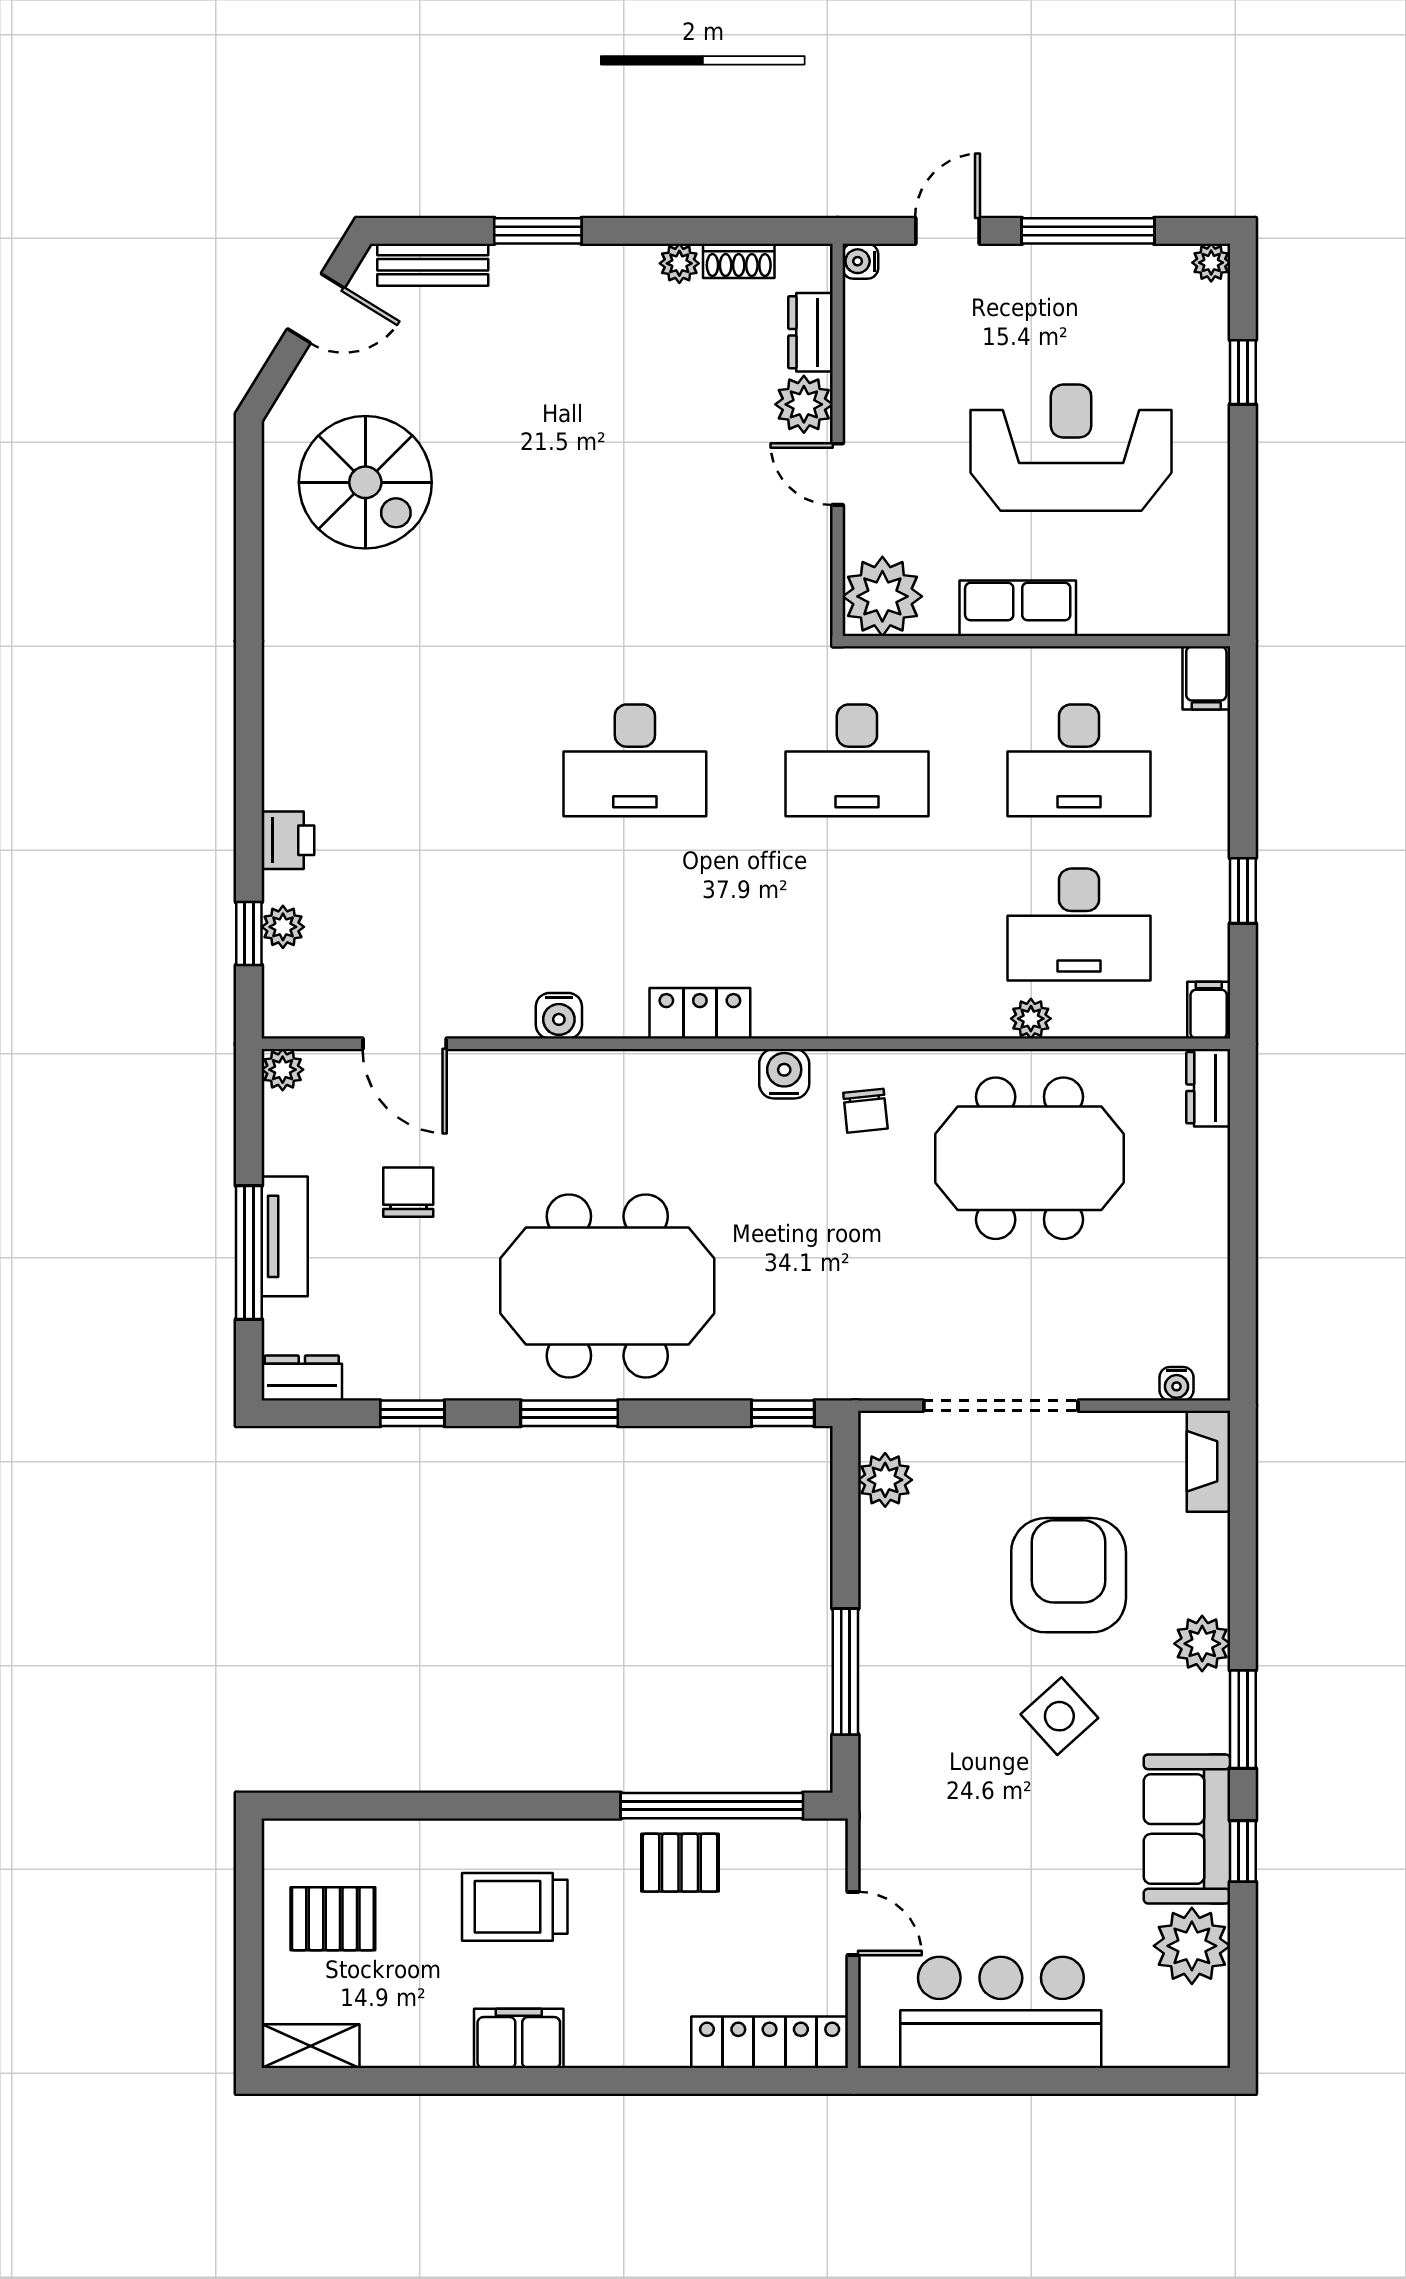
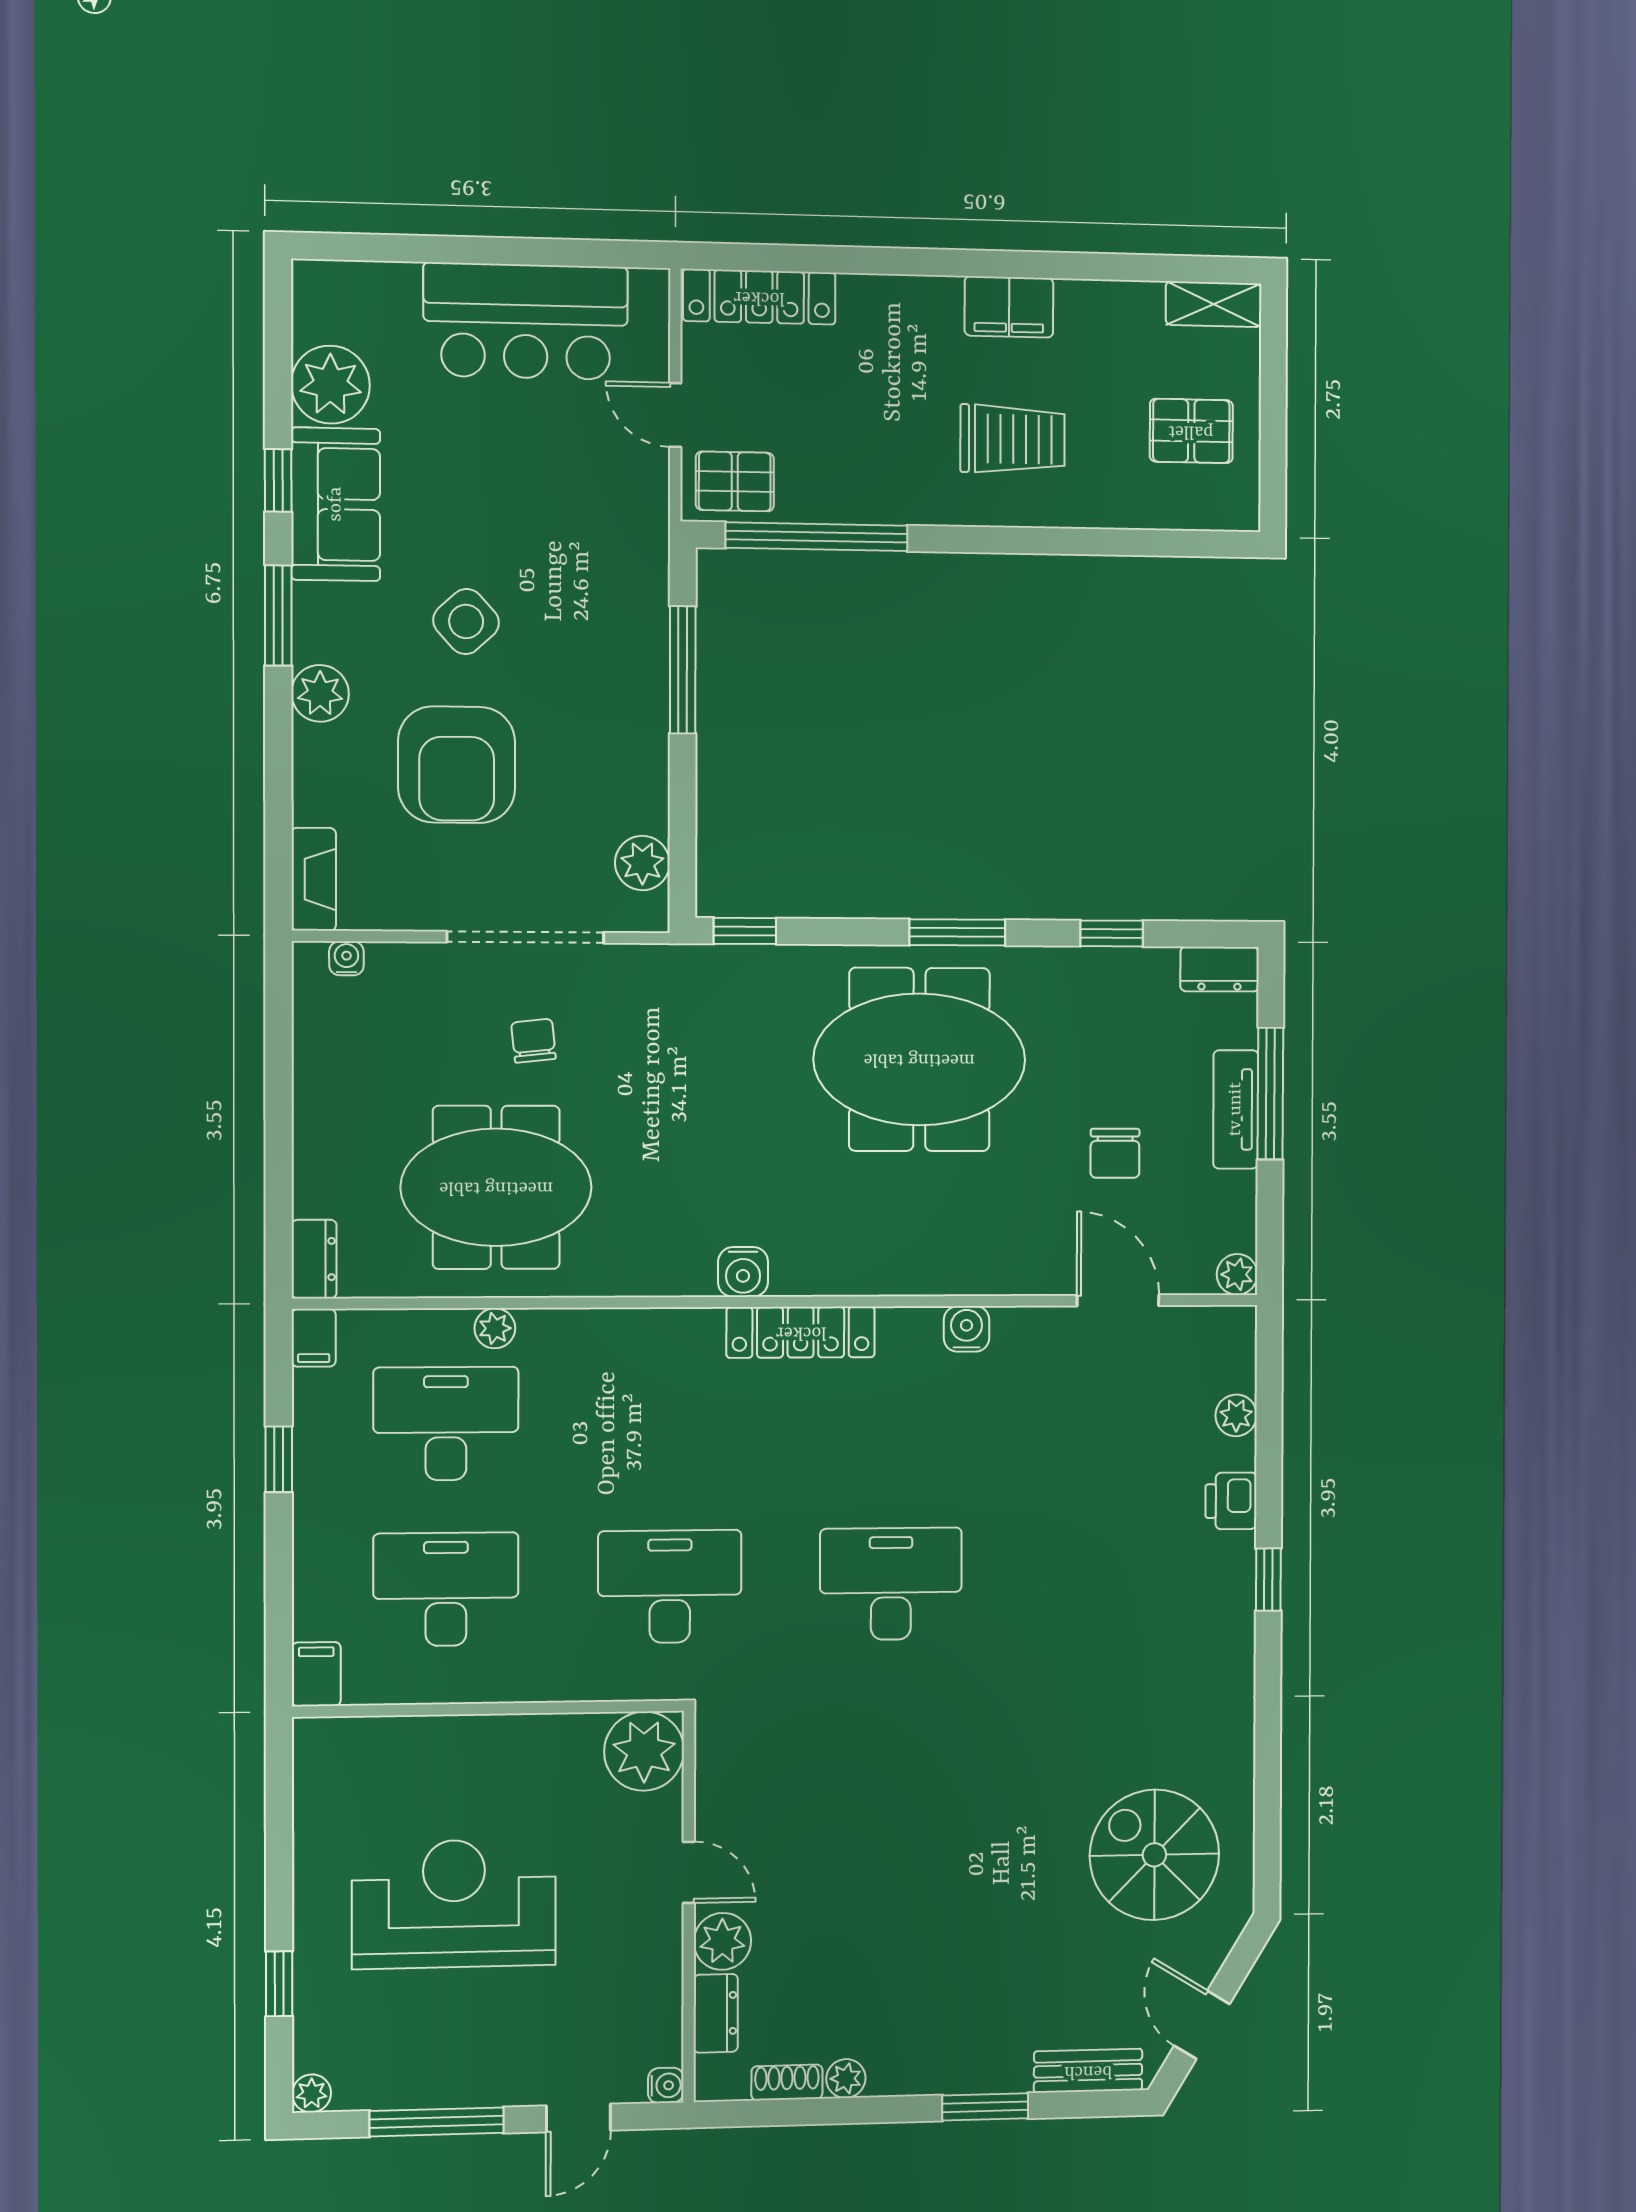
door: (316, 308) -> (1202, 2025), hinge flipped
reception desk: (1071, 448) -> (454, 1904), turned 180
row of seats: (1018, 608) -> (508, 1742), removed
window: (249, 934) -> (1268, 1580), moved
locker: (700, 1013) -> (801, 1332), width x1.53
chair: (865, 1111) -> (533, 1041), moved
pallet: (680, 1863) -> (735, 481), moved

